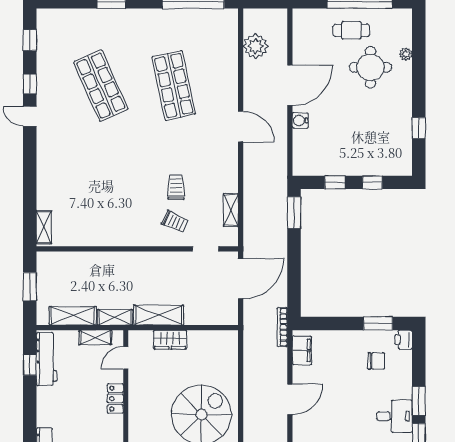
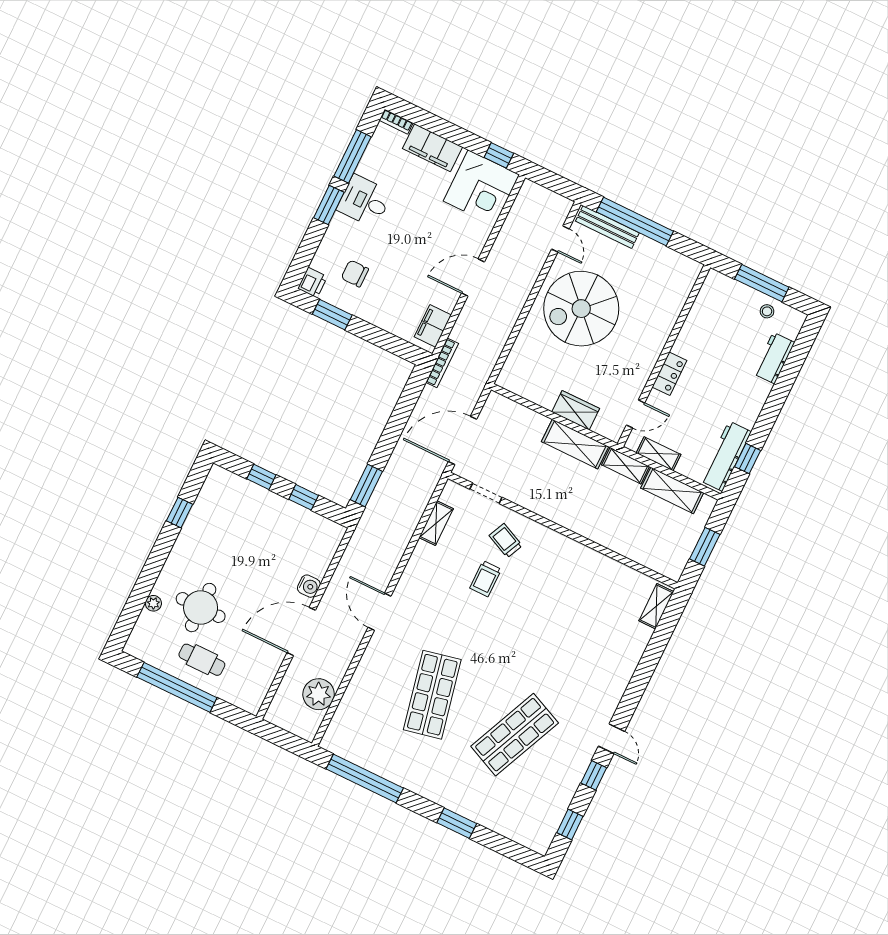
shop shelf: (101, 86) -> (515, 735), turned 48

